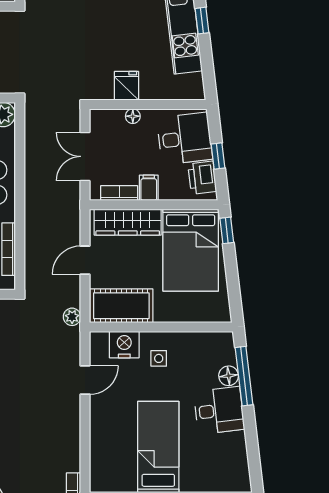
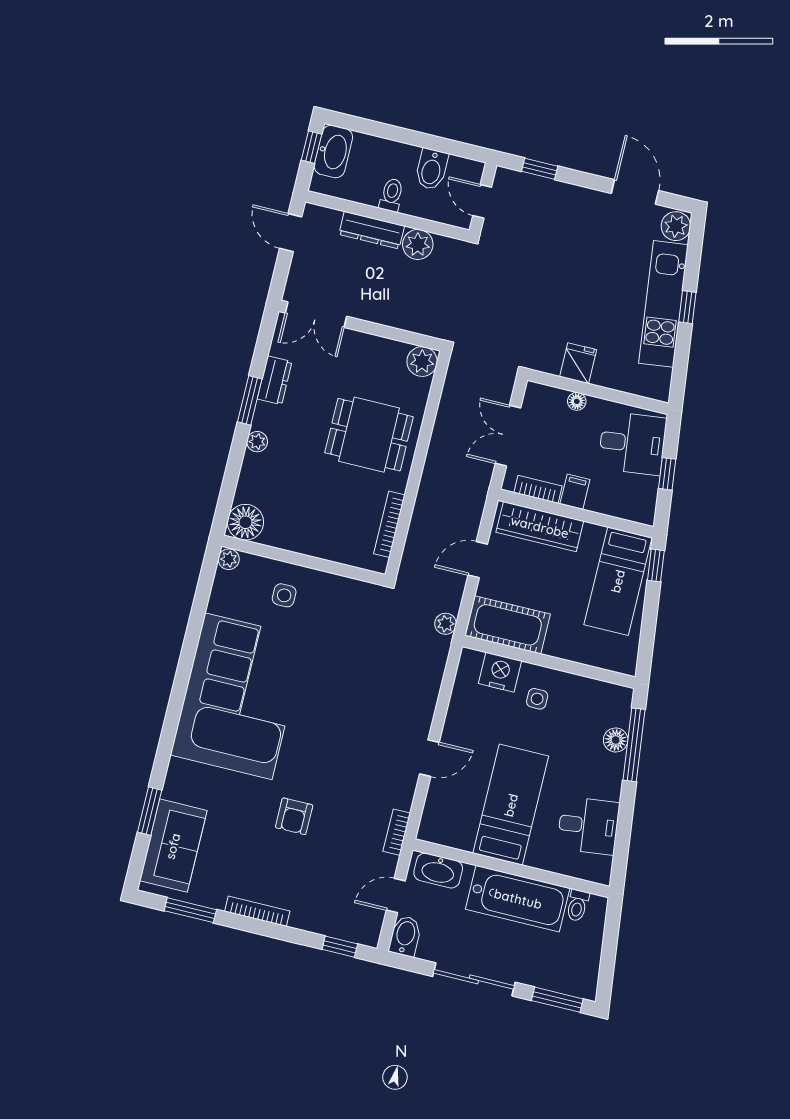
printer: (202, 178) -> (642, 495), removed
bed: (191, 250) -> (618, 581), width x0.67
door: (85, 380) -> (429, 758), moved
desk: (219, 410) -> (588, 826), moved

